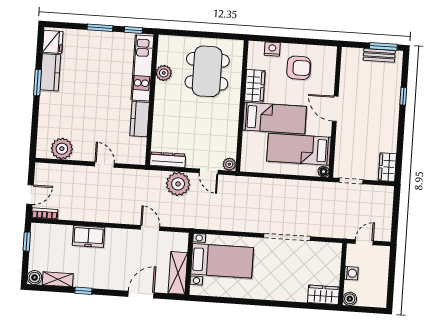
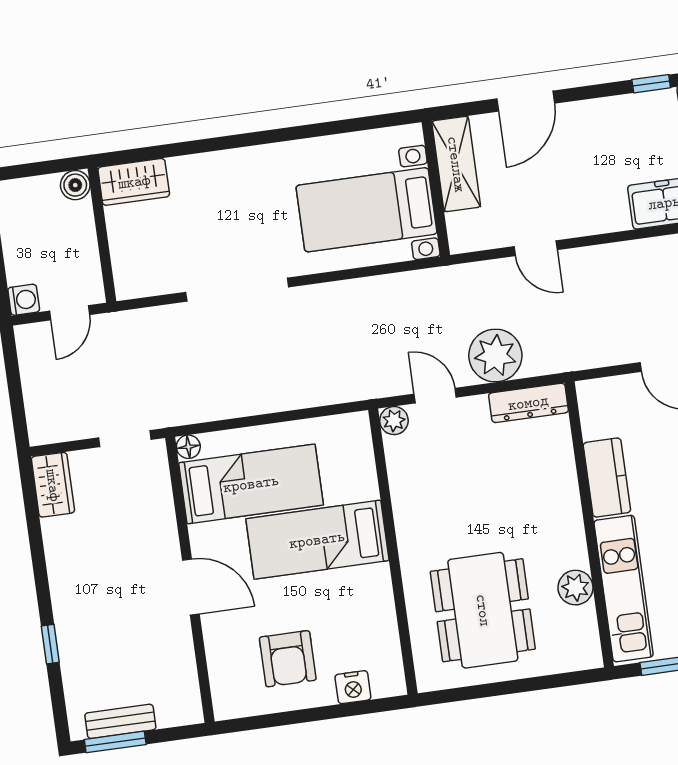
armchair: (299, 68) -> (288, 659), turned -90
wardrobe: (255, 86) -> (374, 601), removed
washing machine: (351, 273) -> (24, 300), moved, turned 180

